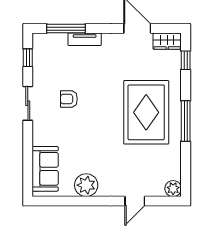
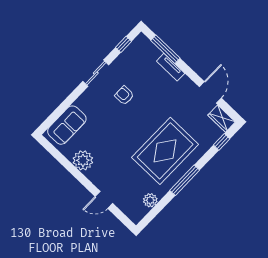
plant: (173, 189) -> (150, 200), moved

